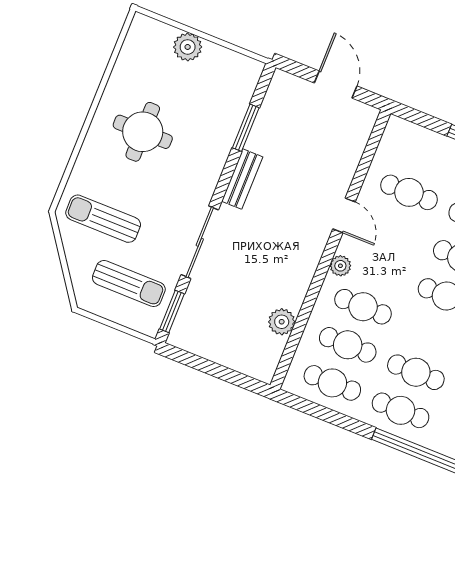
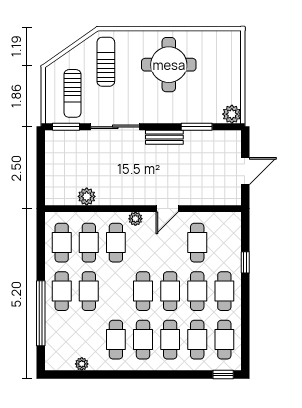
plant: (188, 47) -> (232, 114), moved
round table: (143, 132) -> (169, 65), width x1.36, depth x1.36

